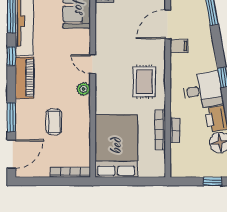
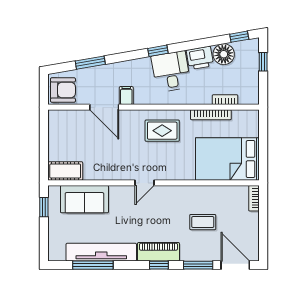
window: (11, 56) -> (159, 265), moved
plant: (84, 89) -> (170, 192), removed
bookcase: (175, 130) -> (225, 100), moved
bookcase: (70, 172) -> (254, 198), width x0.64

